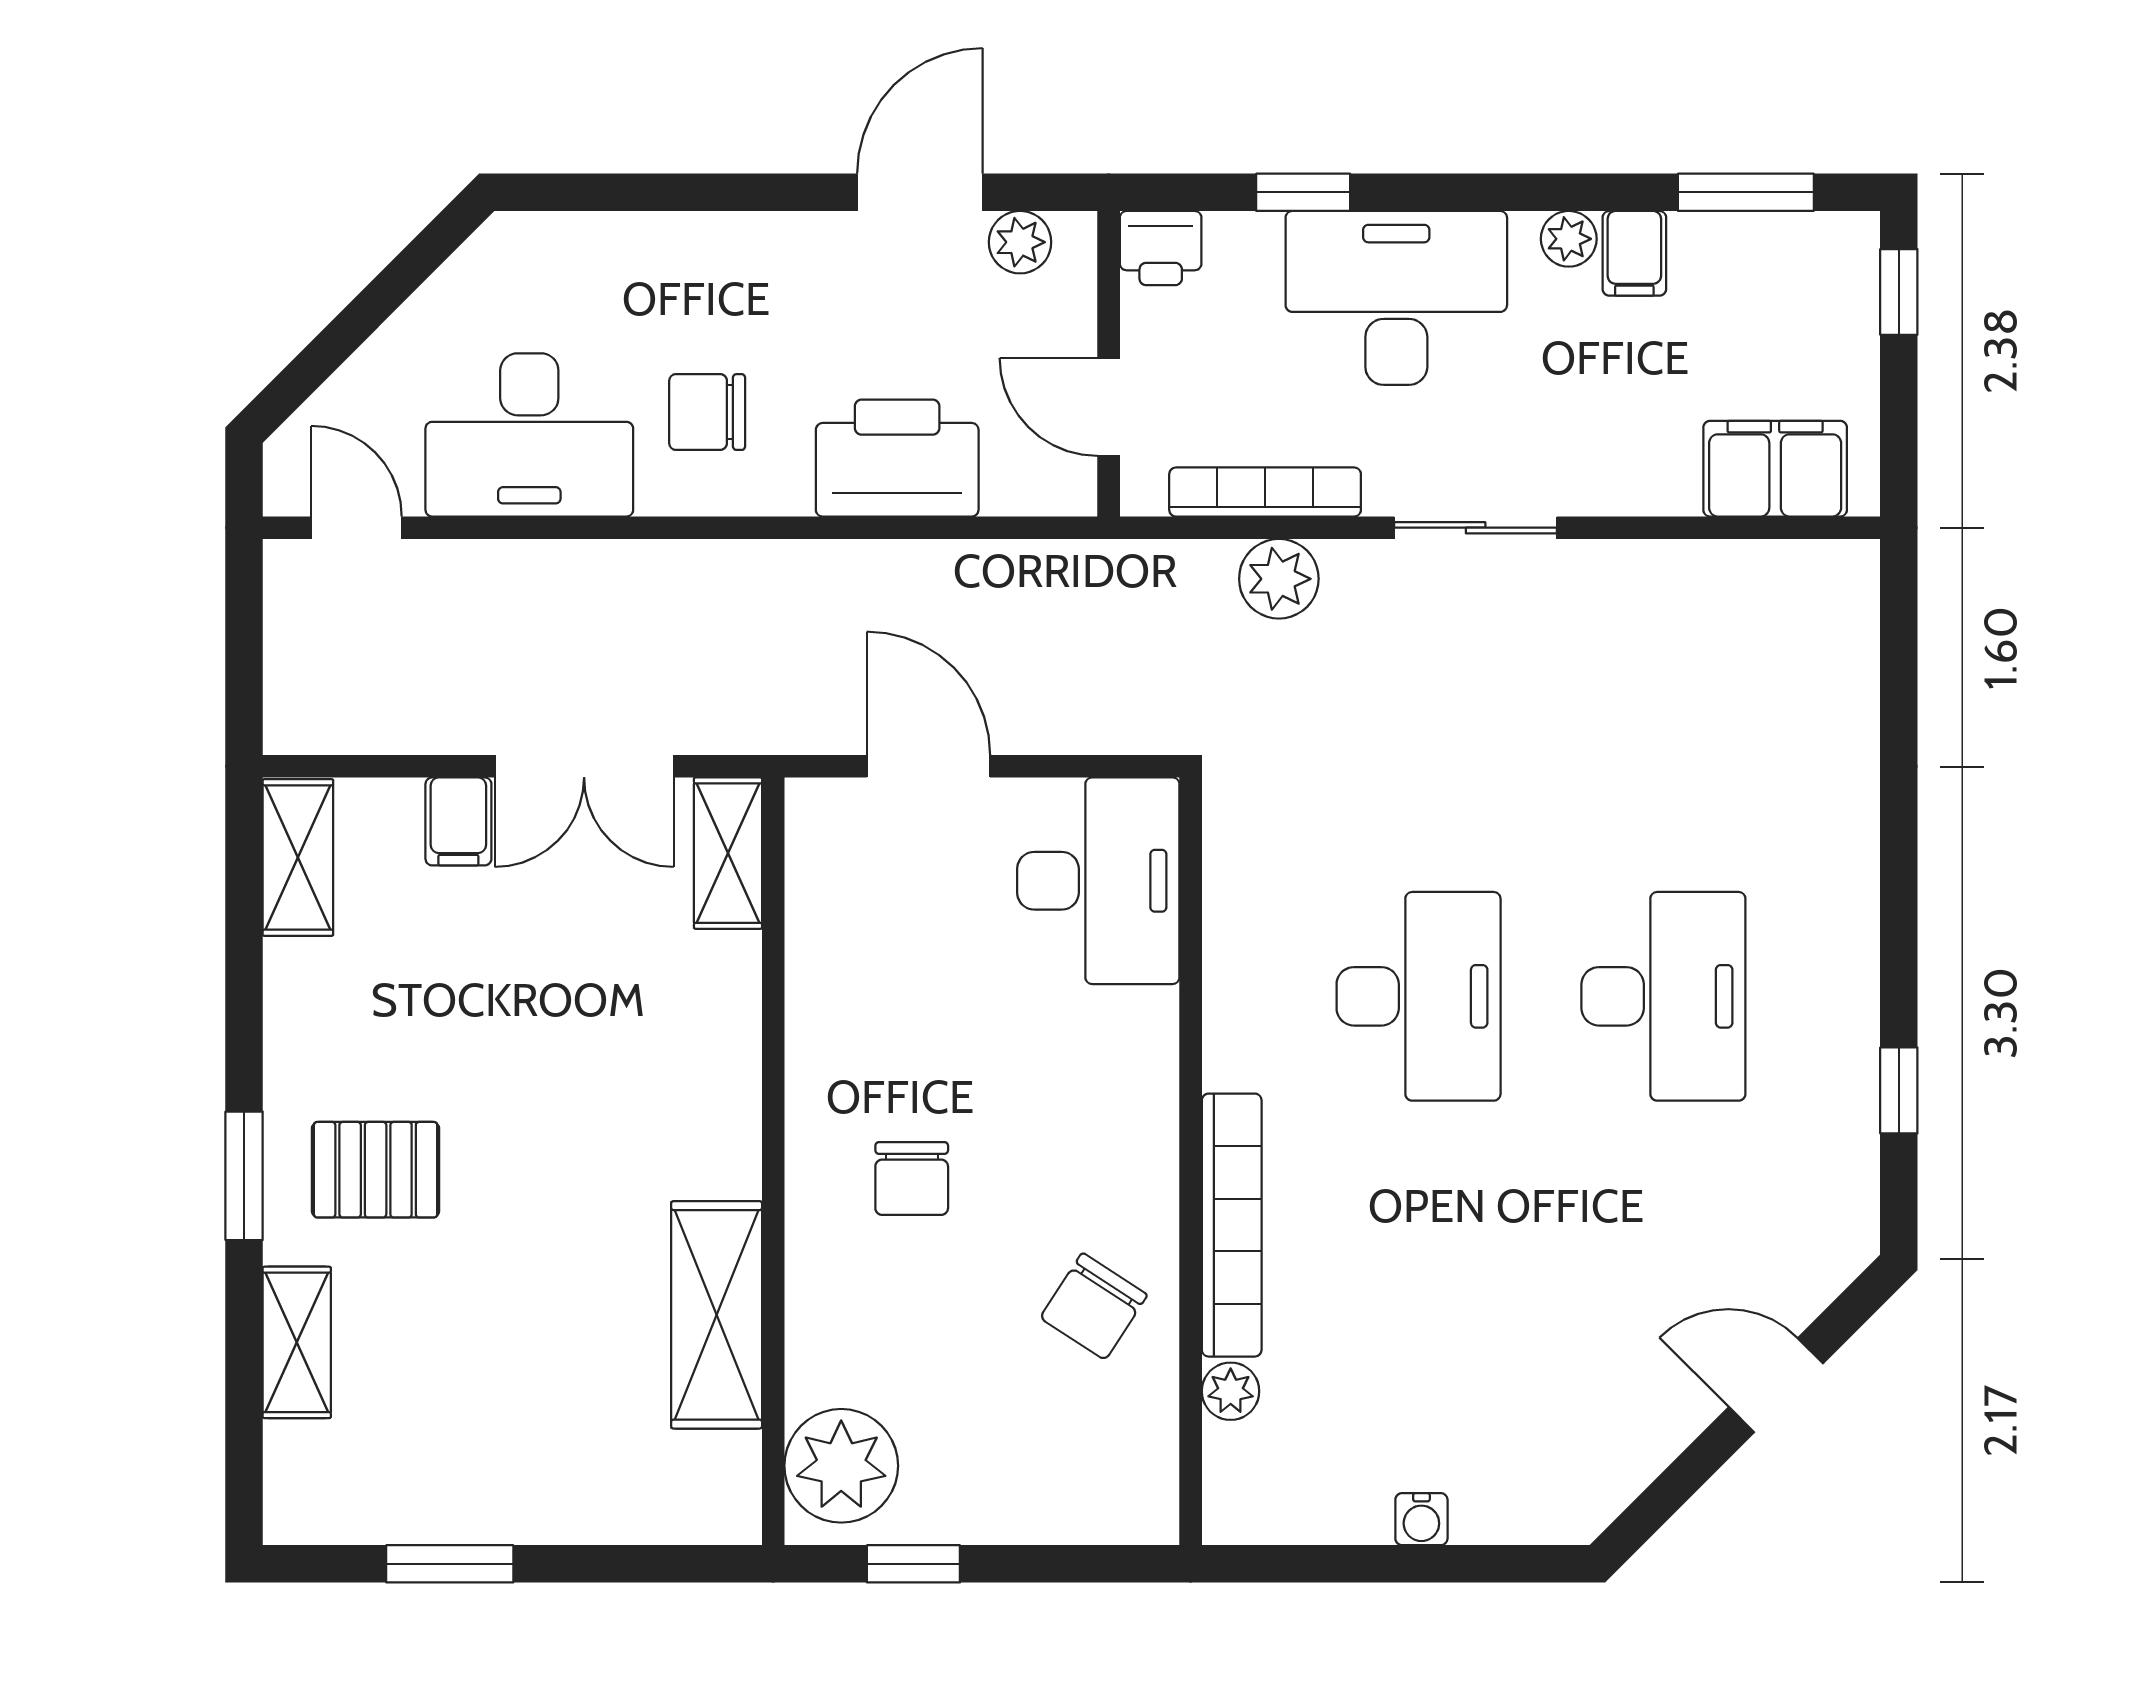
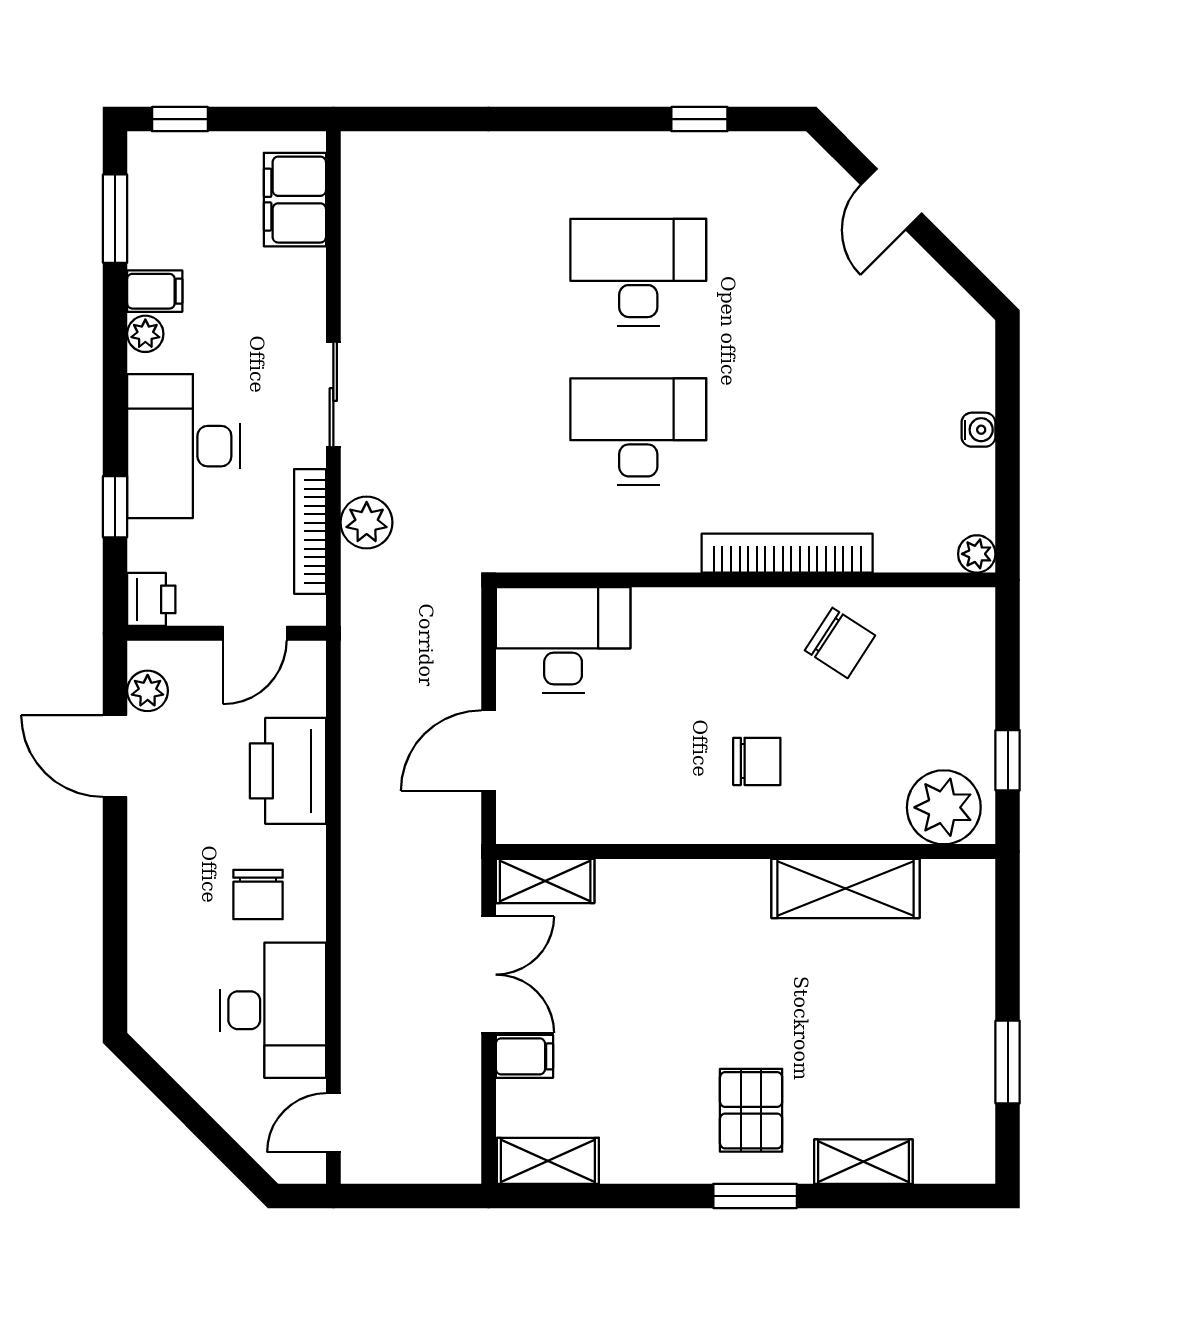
plant: (1231, 1391) -> (977, 554), moved

